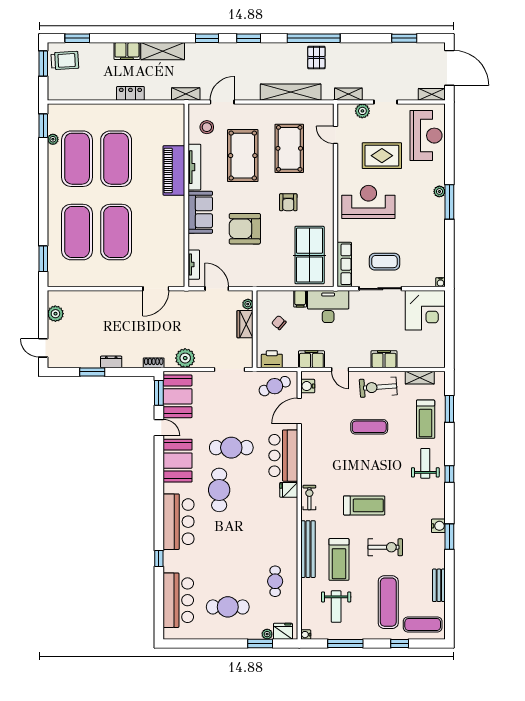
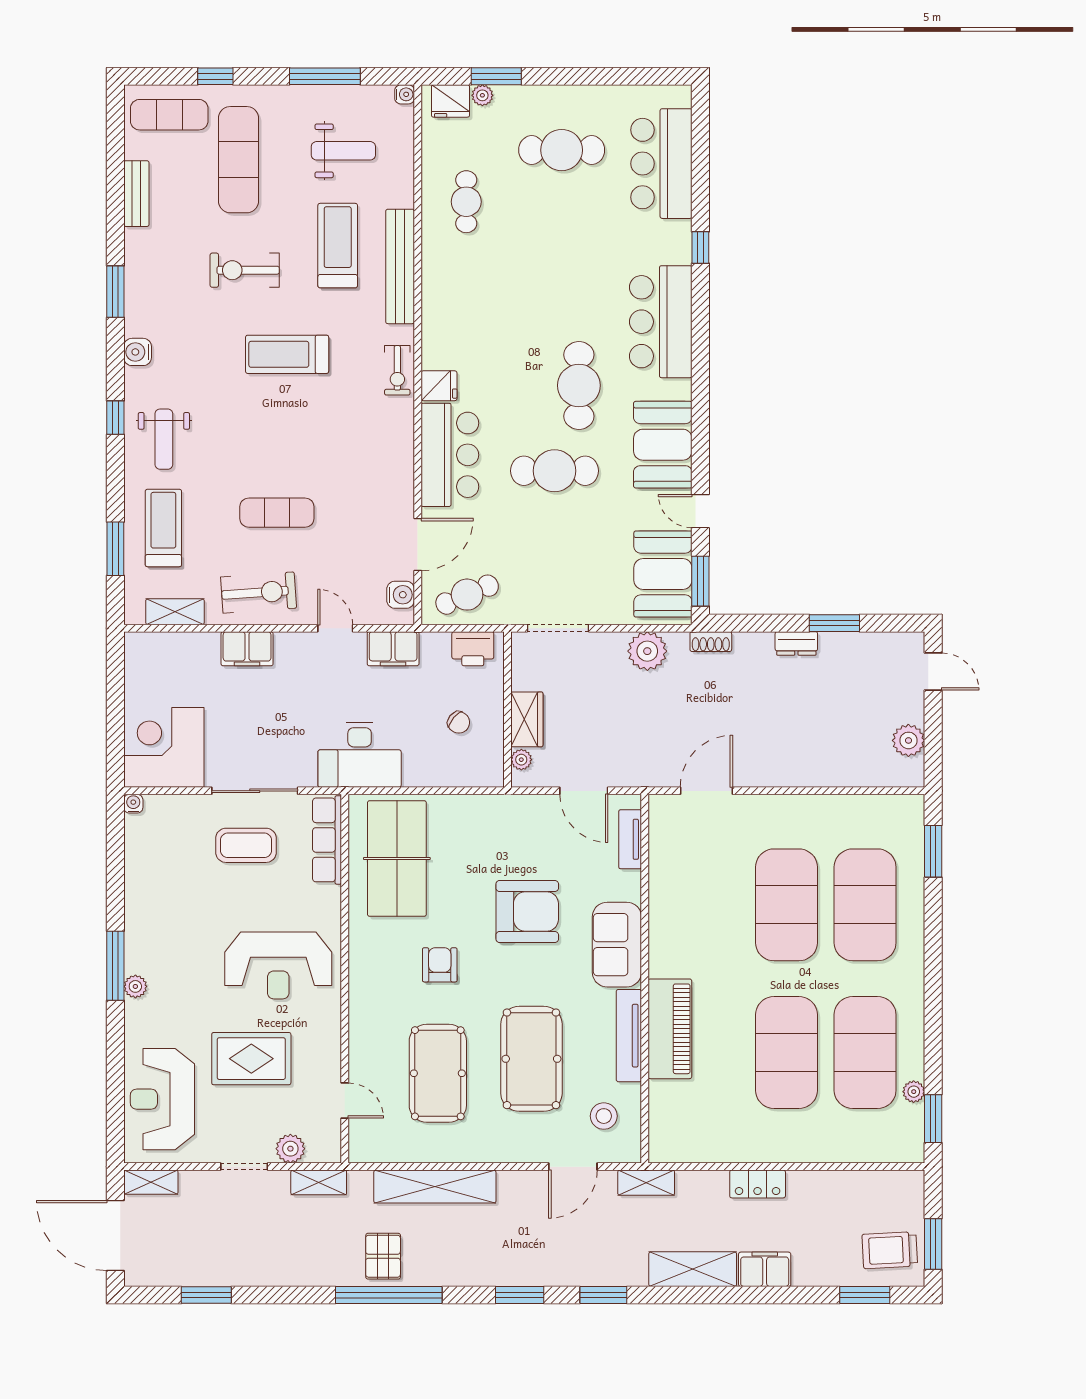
filing cabinet: (300, 299) -> (416, 770), removed
water cooler: (438, 526) -> (138, 352), moved
weight bench: (336, 607) -> (343, 151), turned 90

